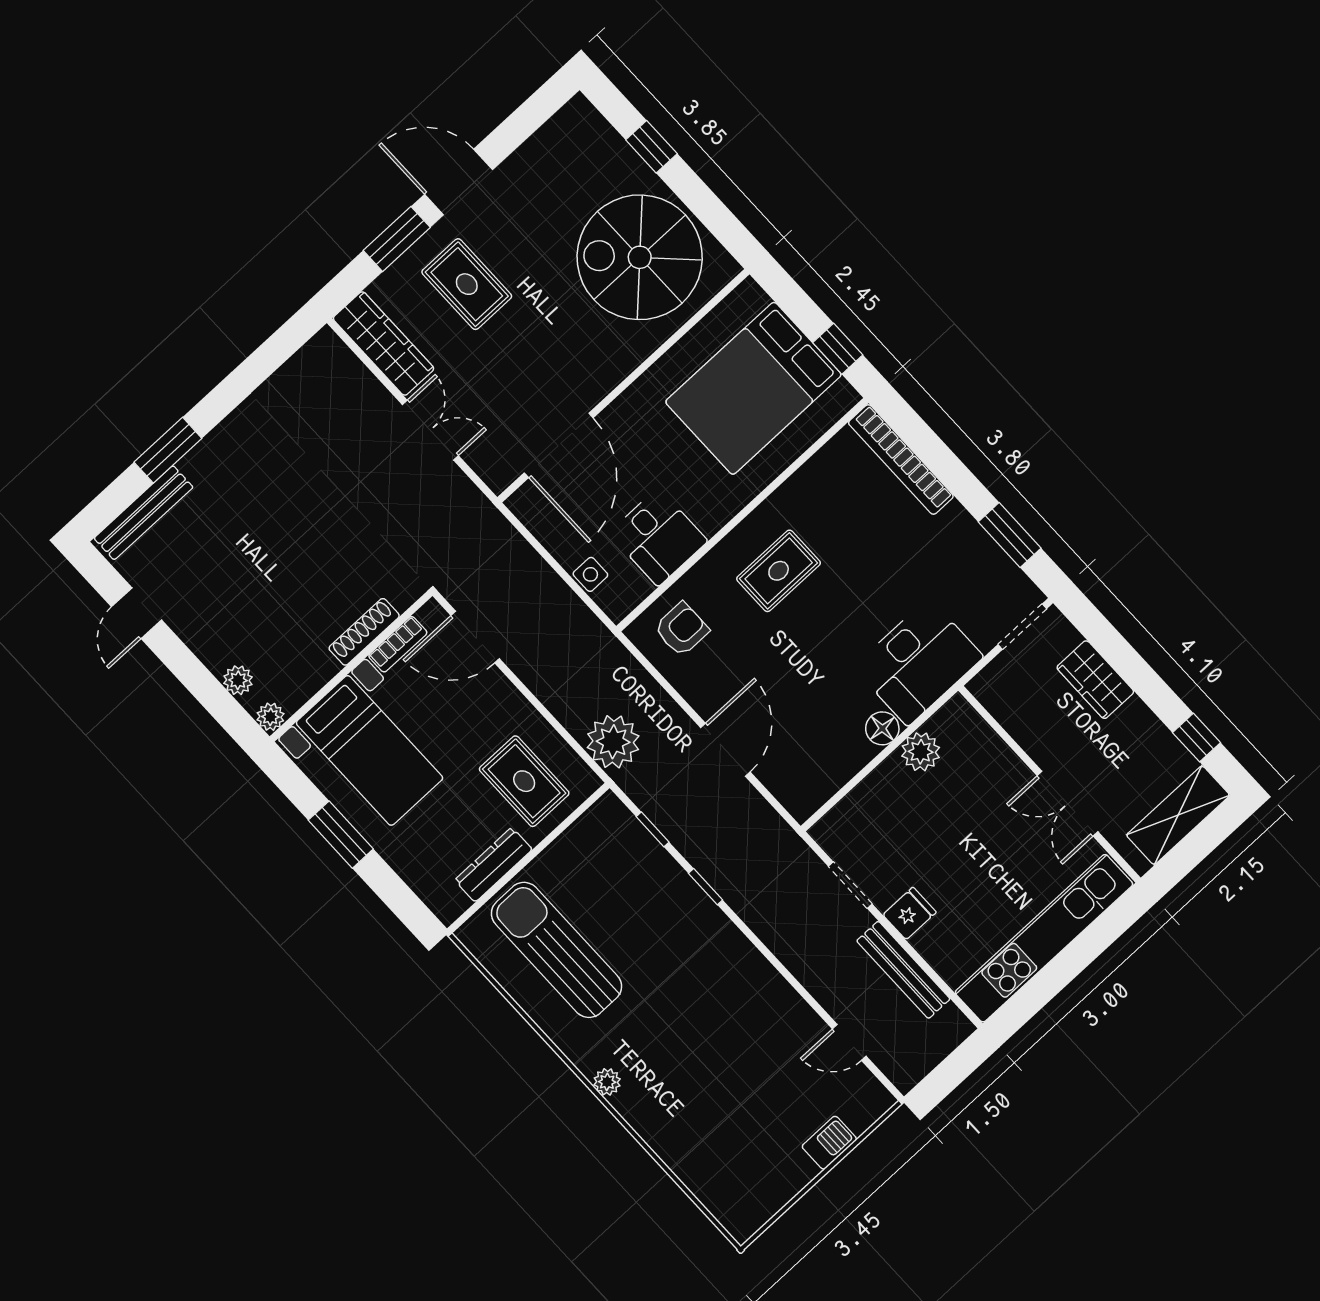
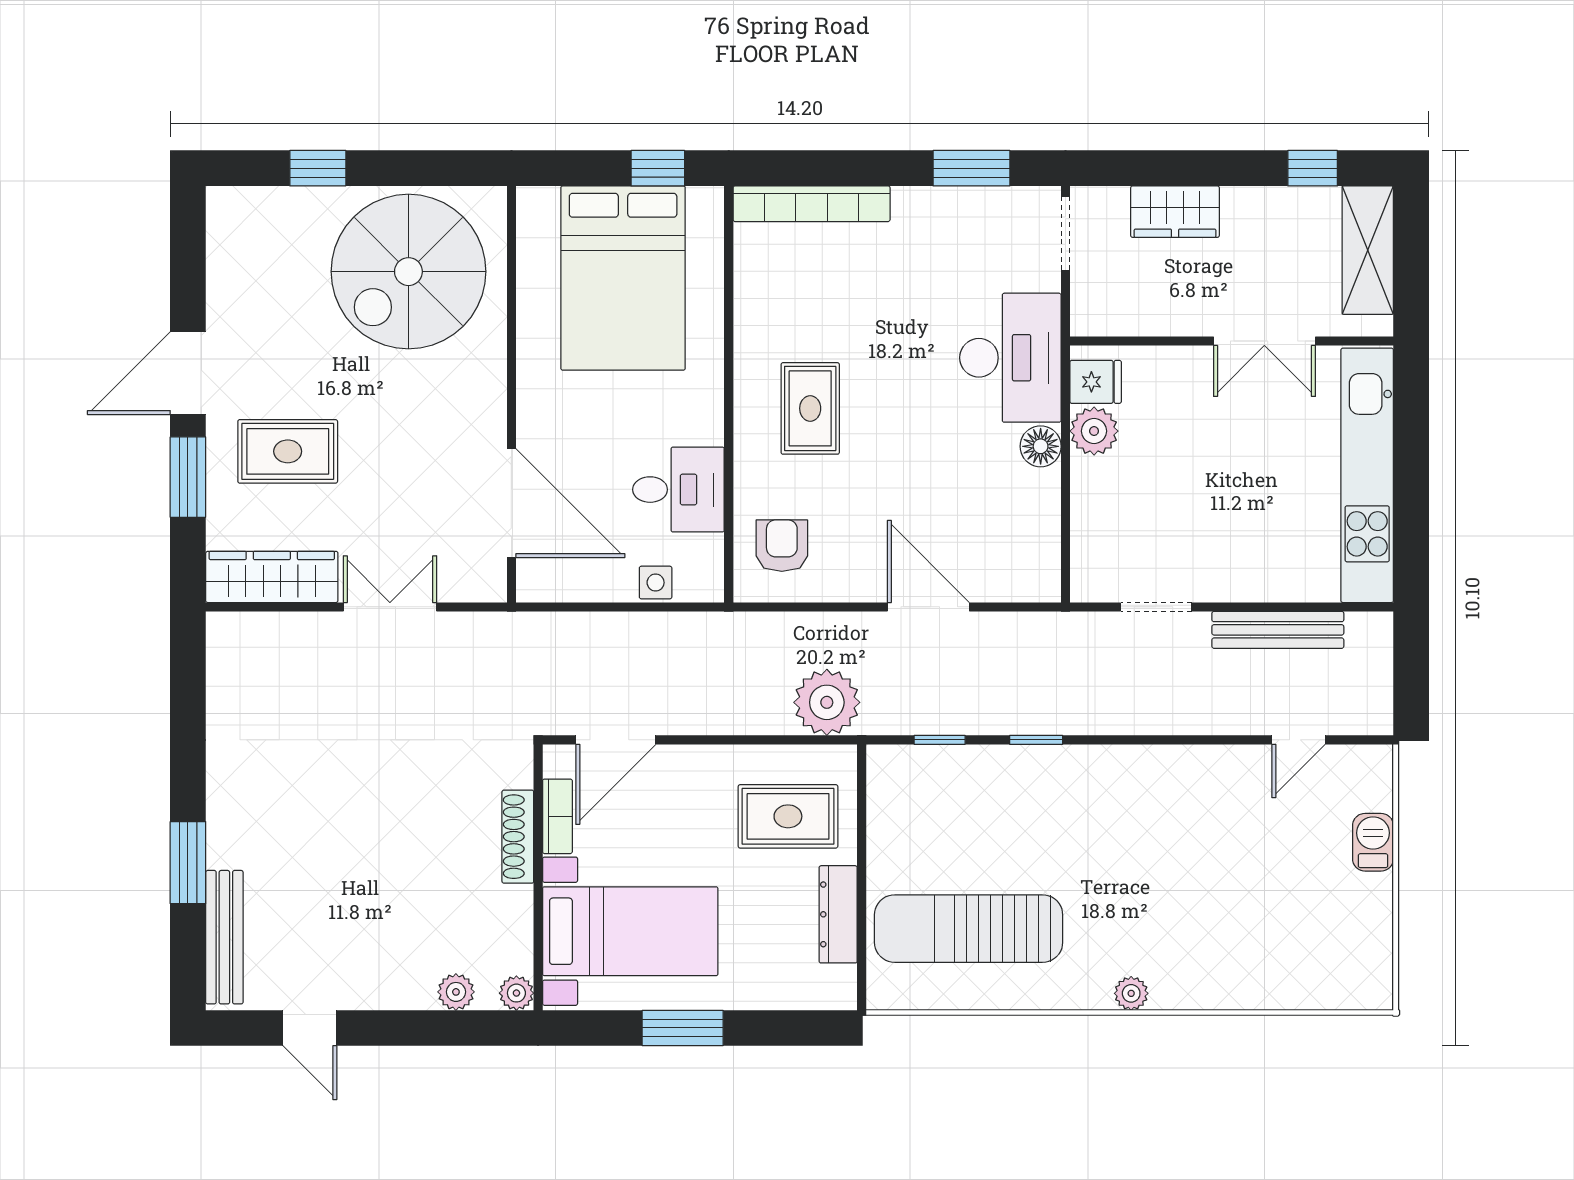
fridge: (910, 913) -> (1096, 382), moved, turned 90

